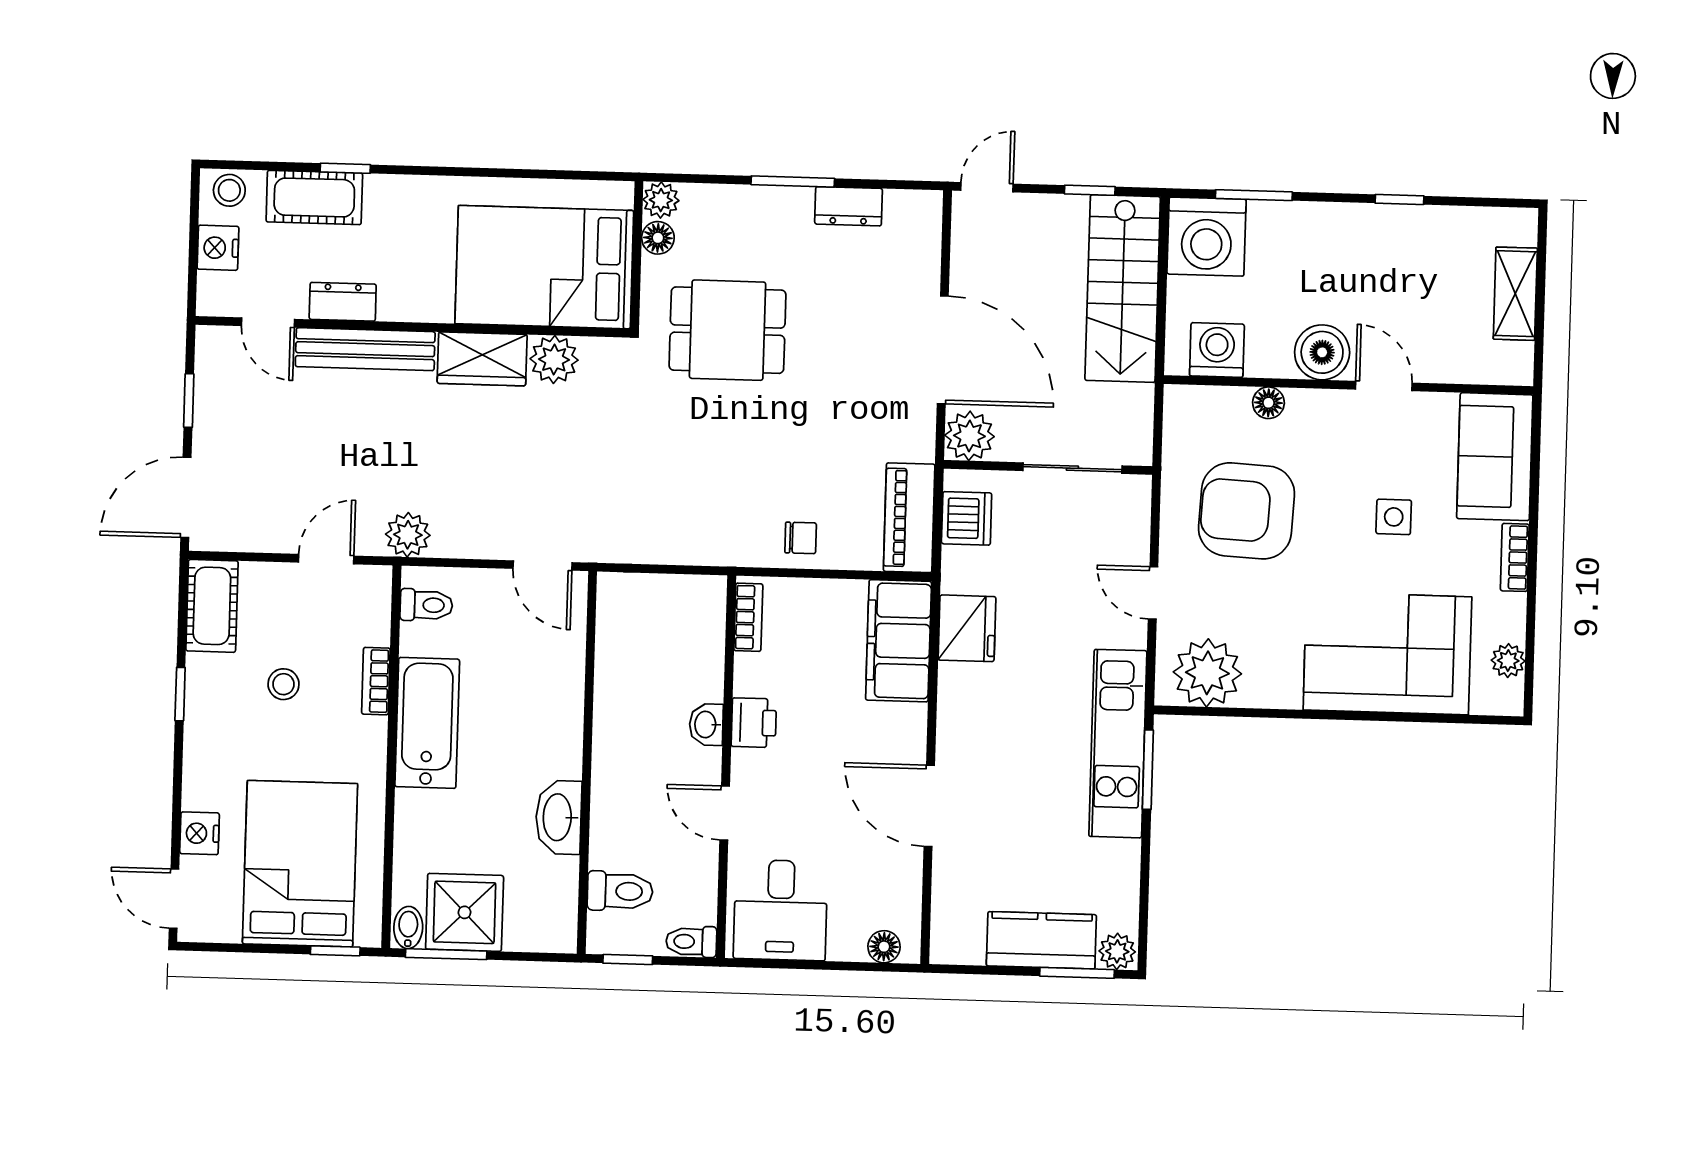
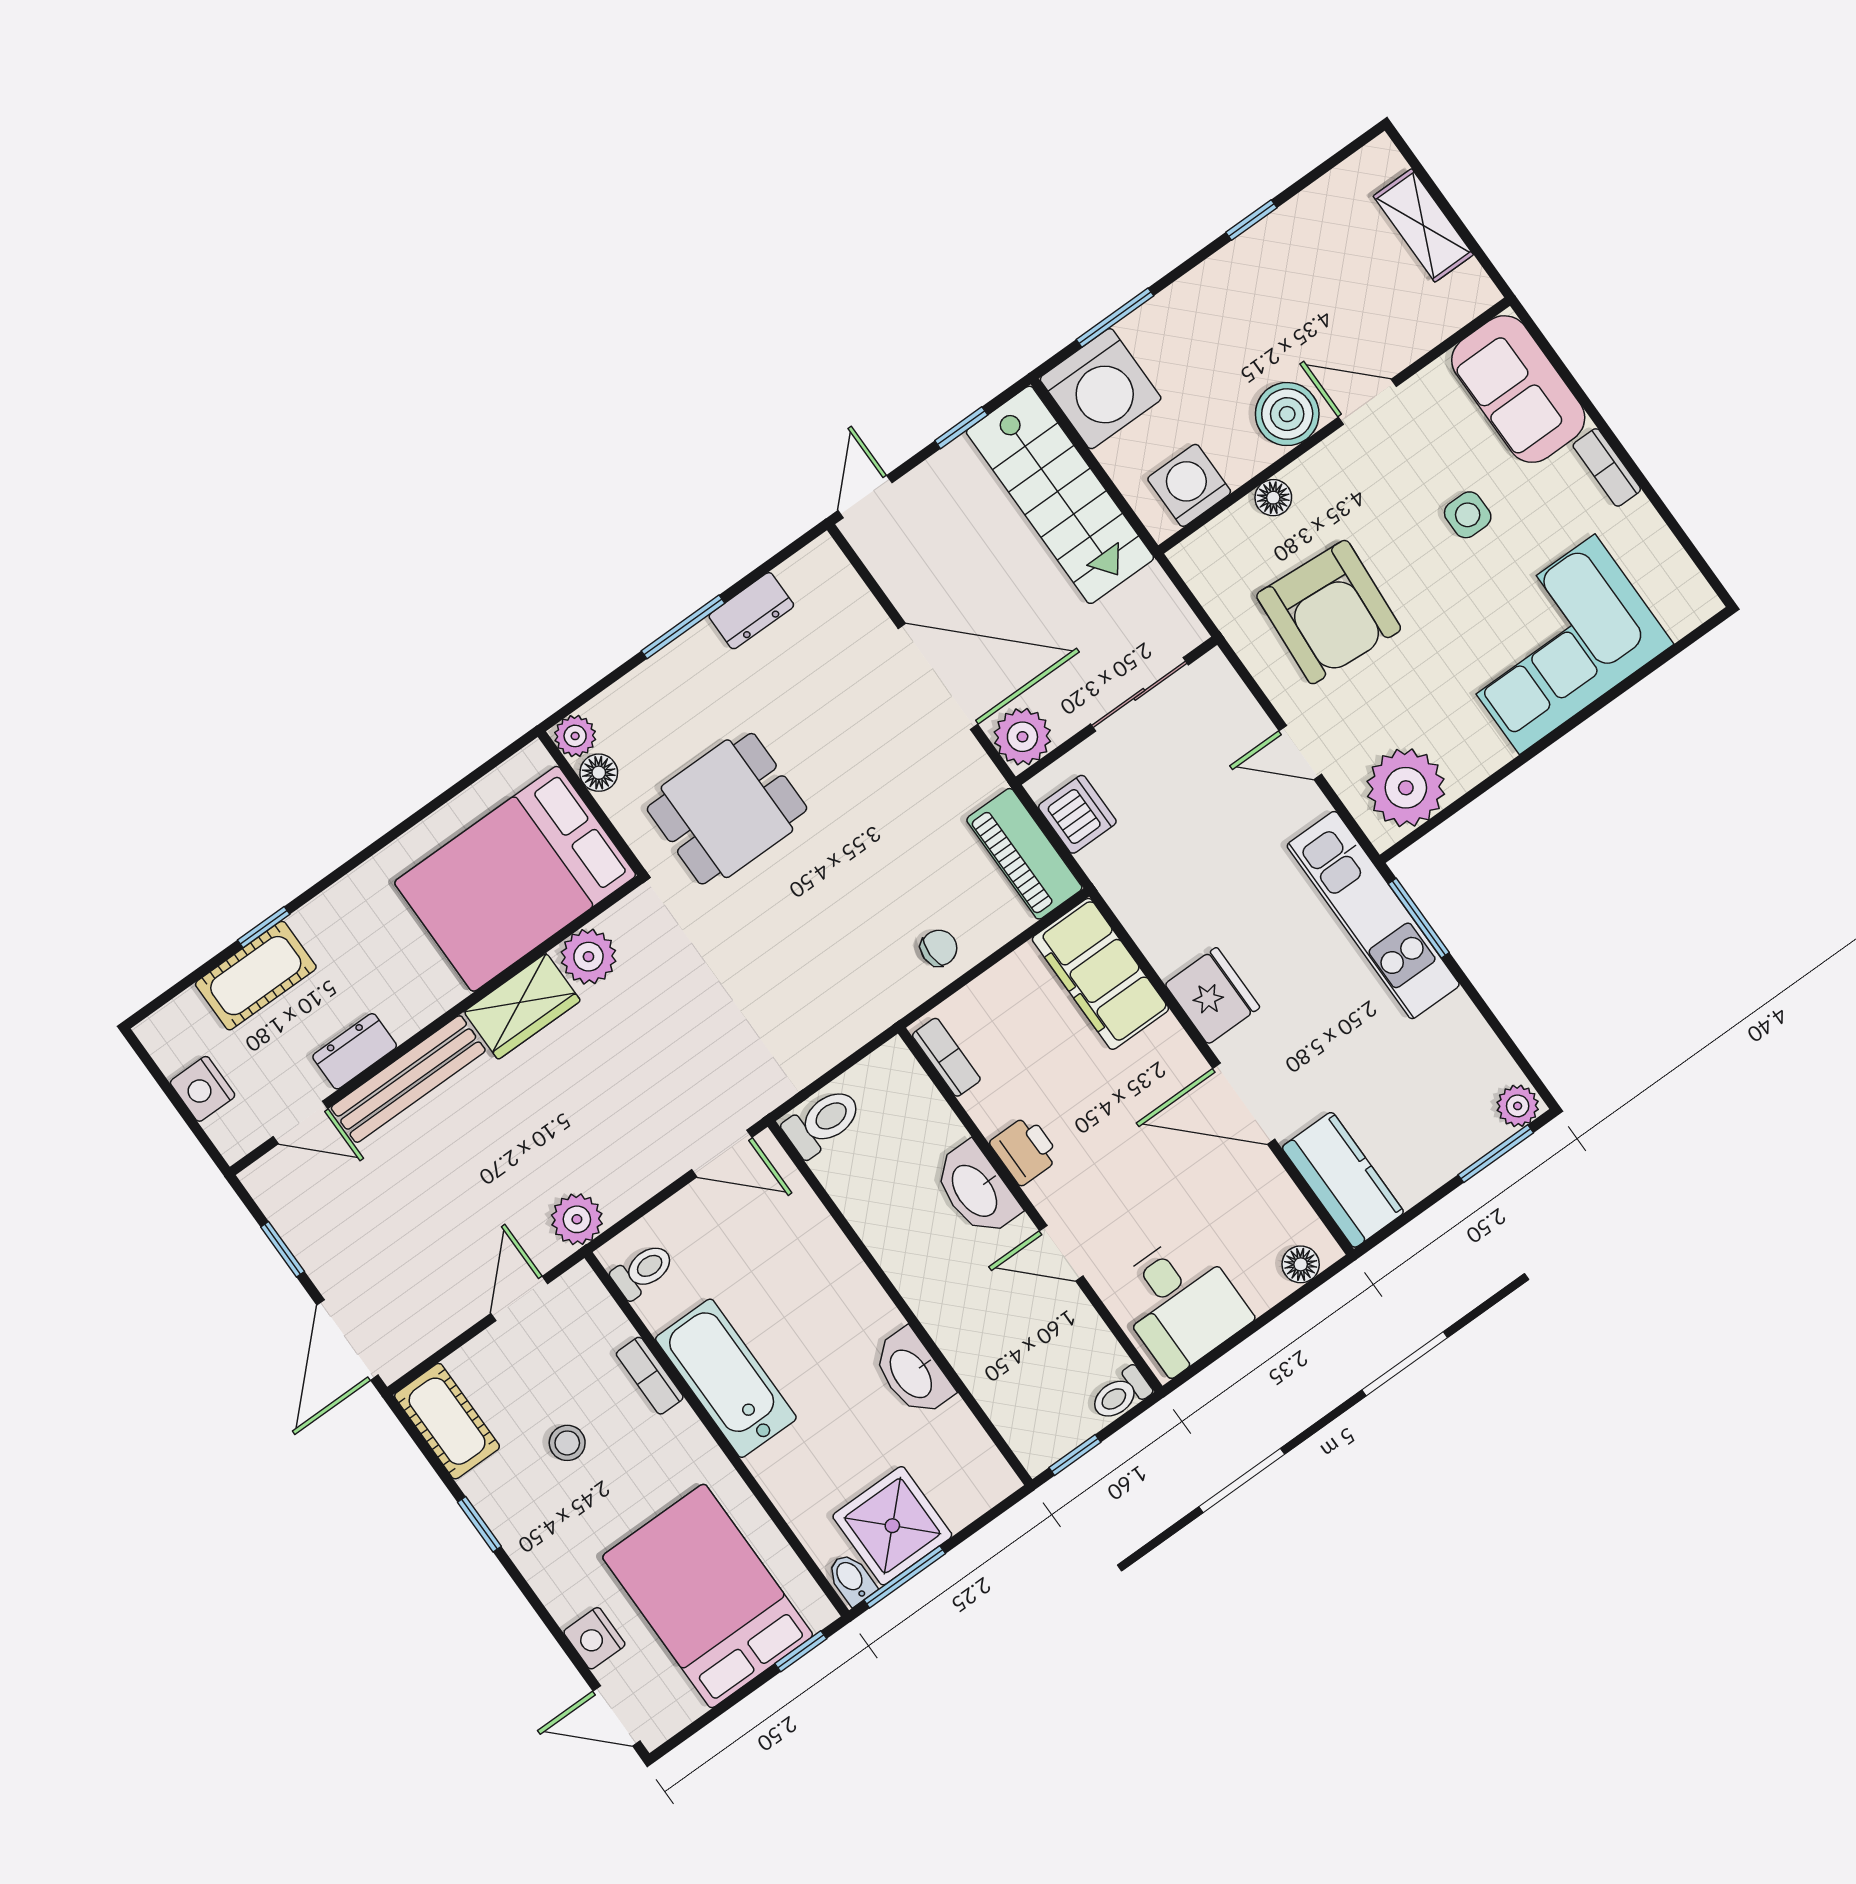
stool: (229, 190) -> (173, 1028), removed
armchair: (1247, 511) -> (1329, 612), turned -89
fridge: (967, 628) -> (1212, 996), moved
plant: (1508, 661) -> (1673, 567), removed
washbasin: (706, 725) -> (976, 1190), width x1.91, depth x1.45
toilet: (620, 891) -> (823, 1122), moved
kitchen counter: (1041, 940) -> (1343, 1180), moved, turned 90

